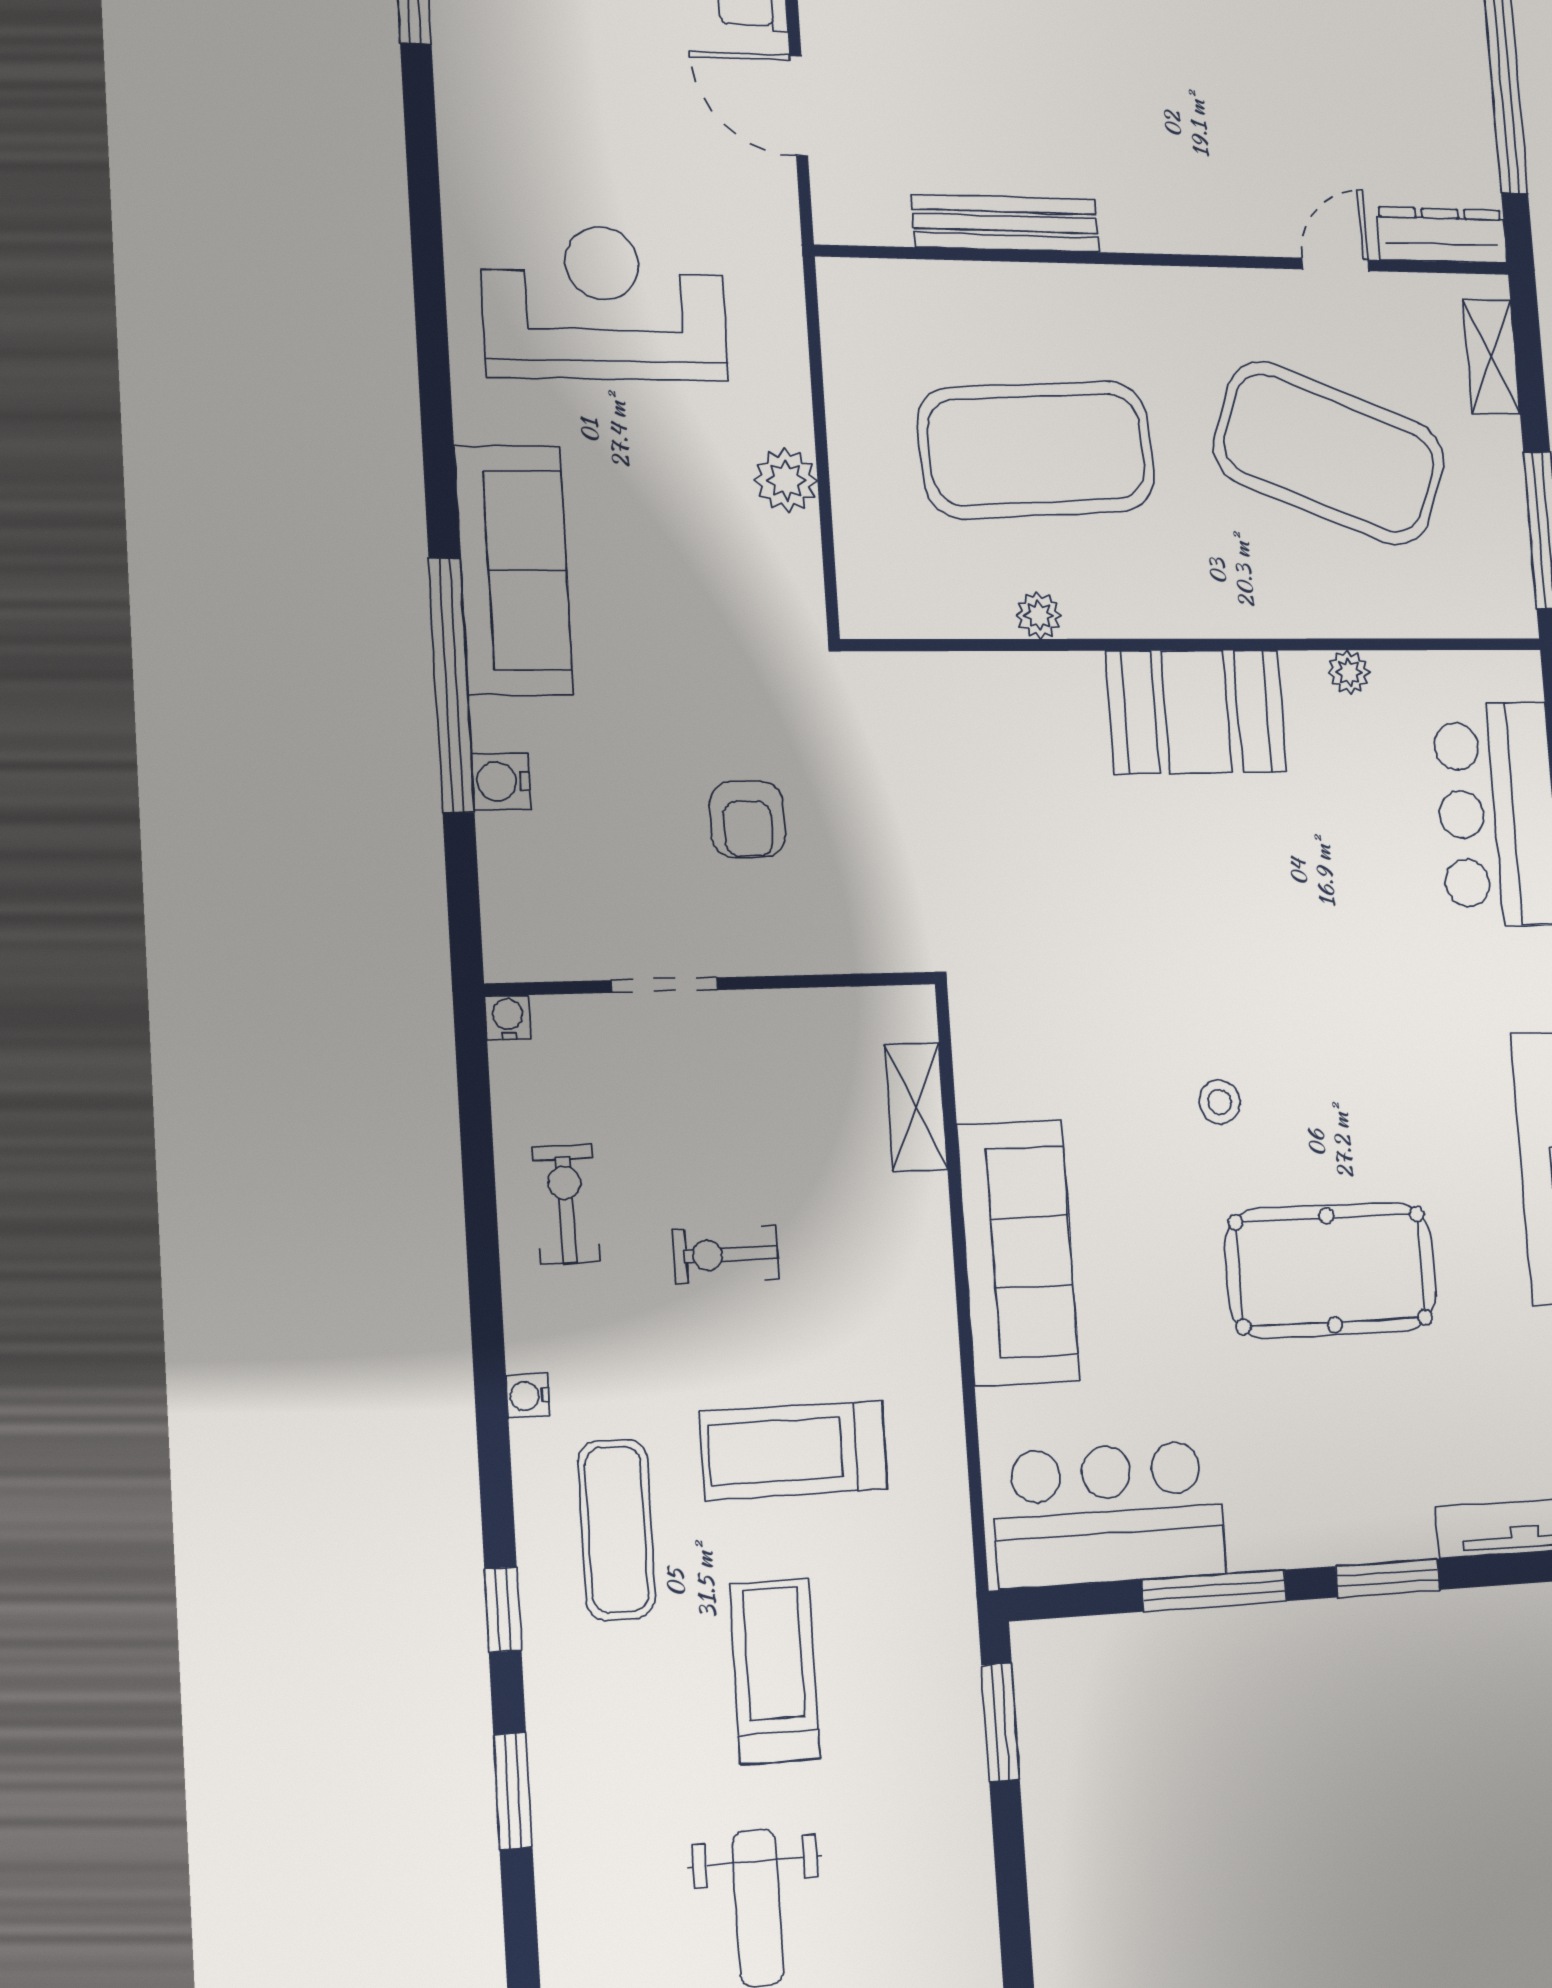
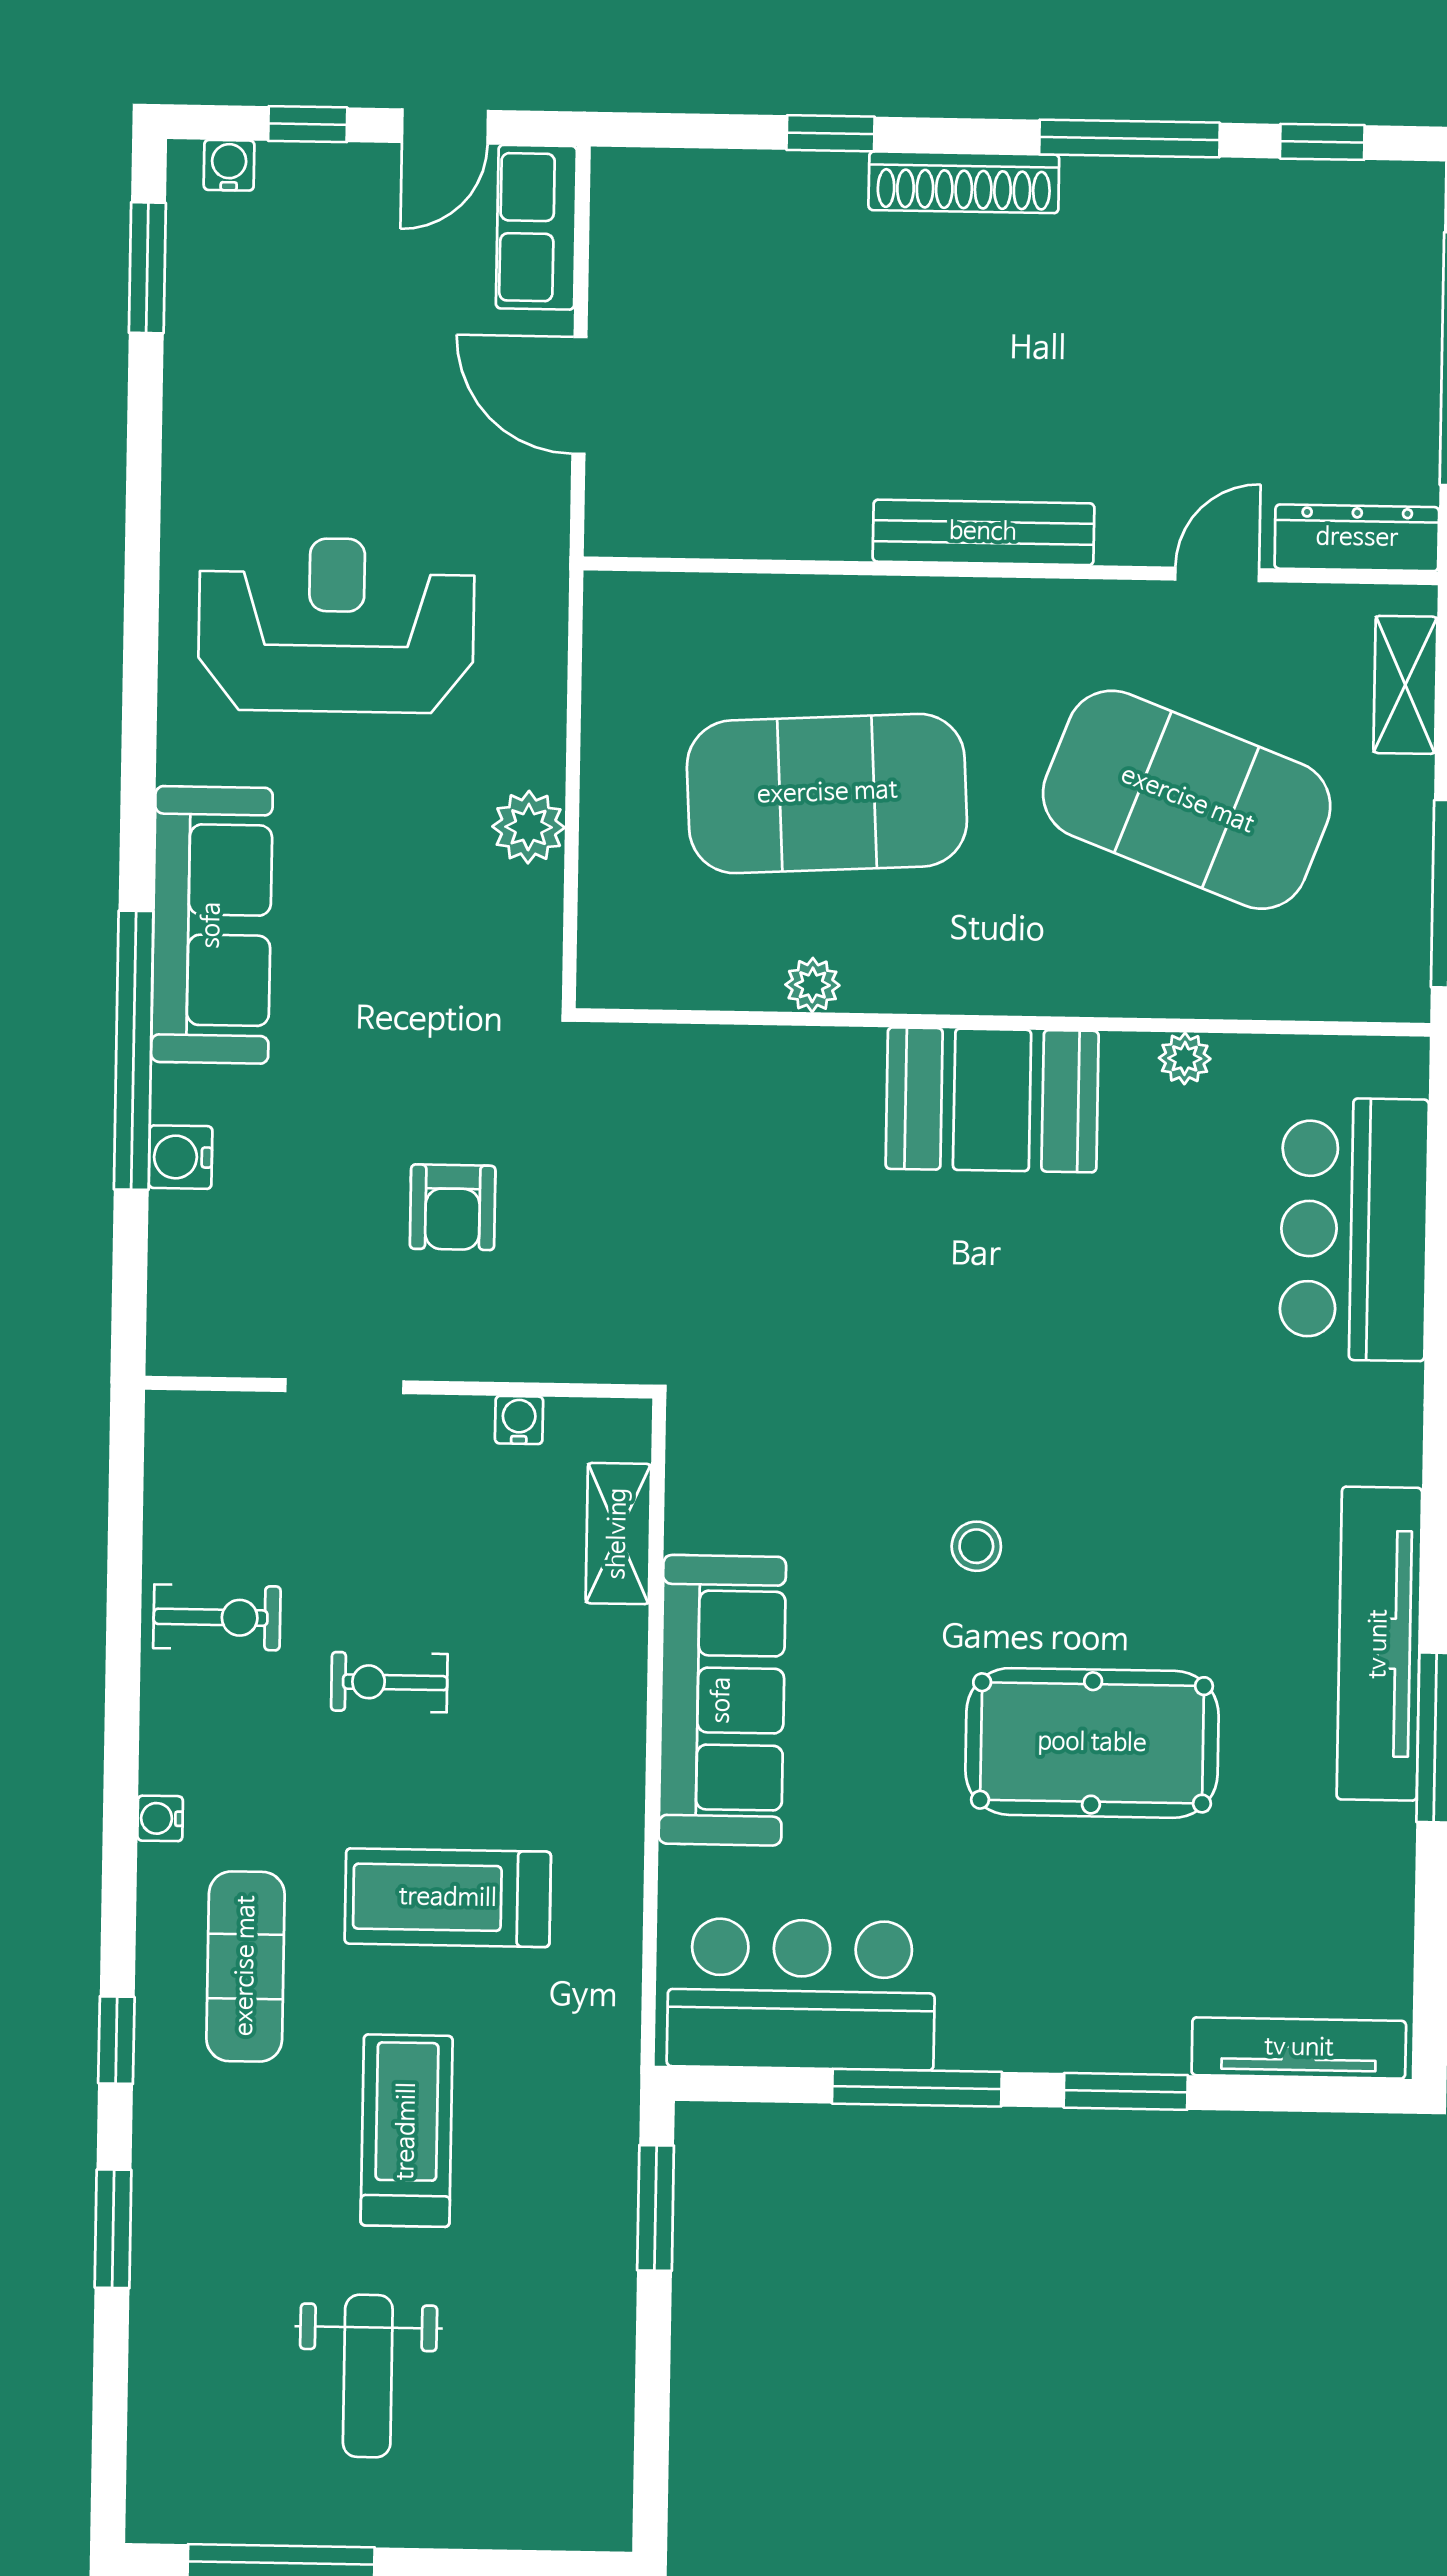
bench: (1005, 223) -> (983, 532), moved
water cooler: (508, 1018) -> (519, 1420), moved
exercise bike: (566, 1204) -> (217, 1617), turned 91

